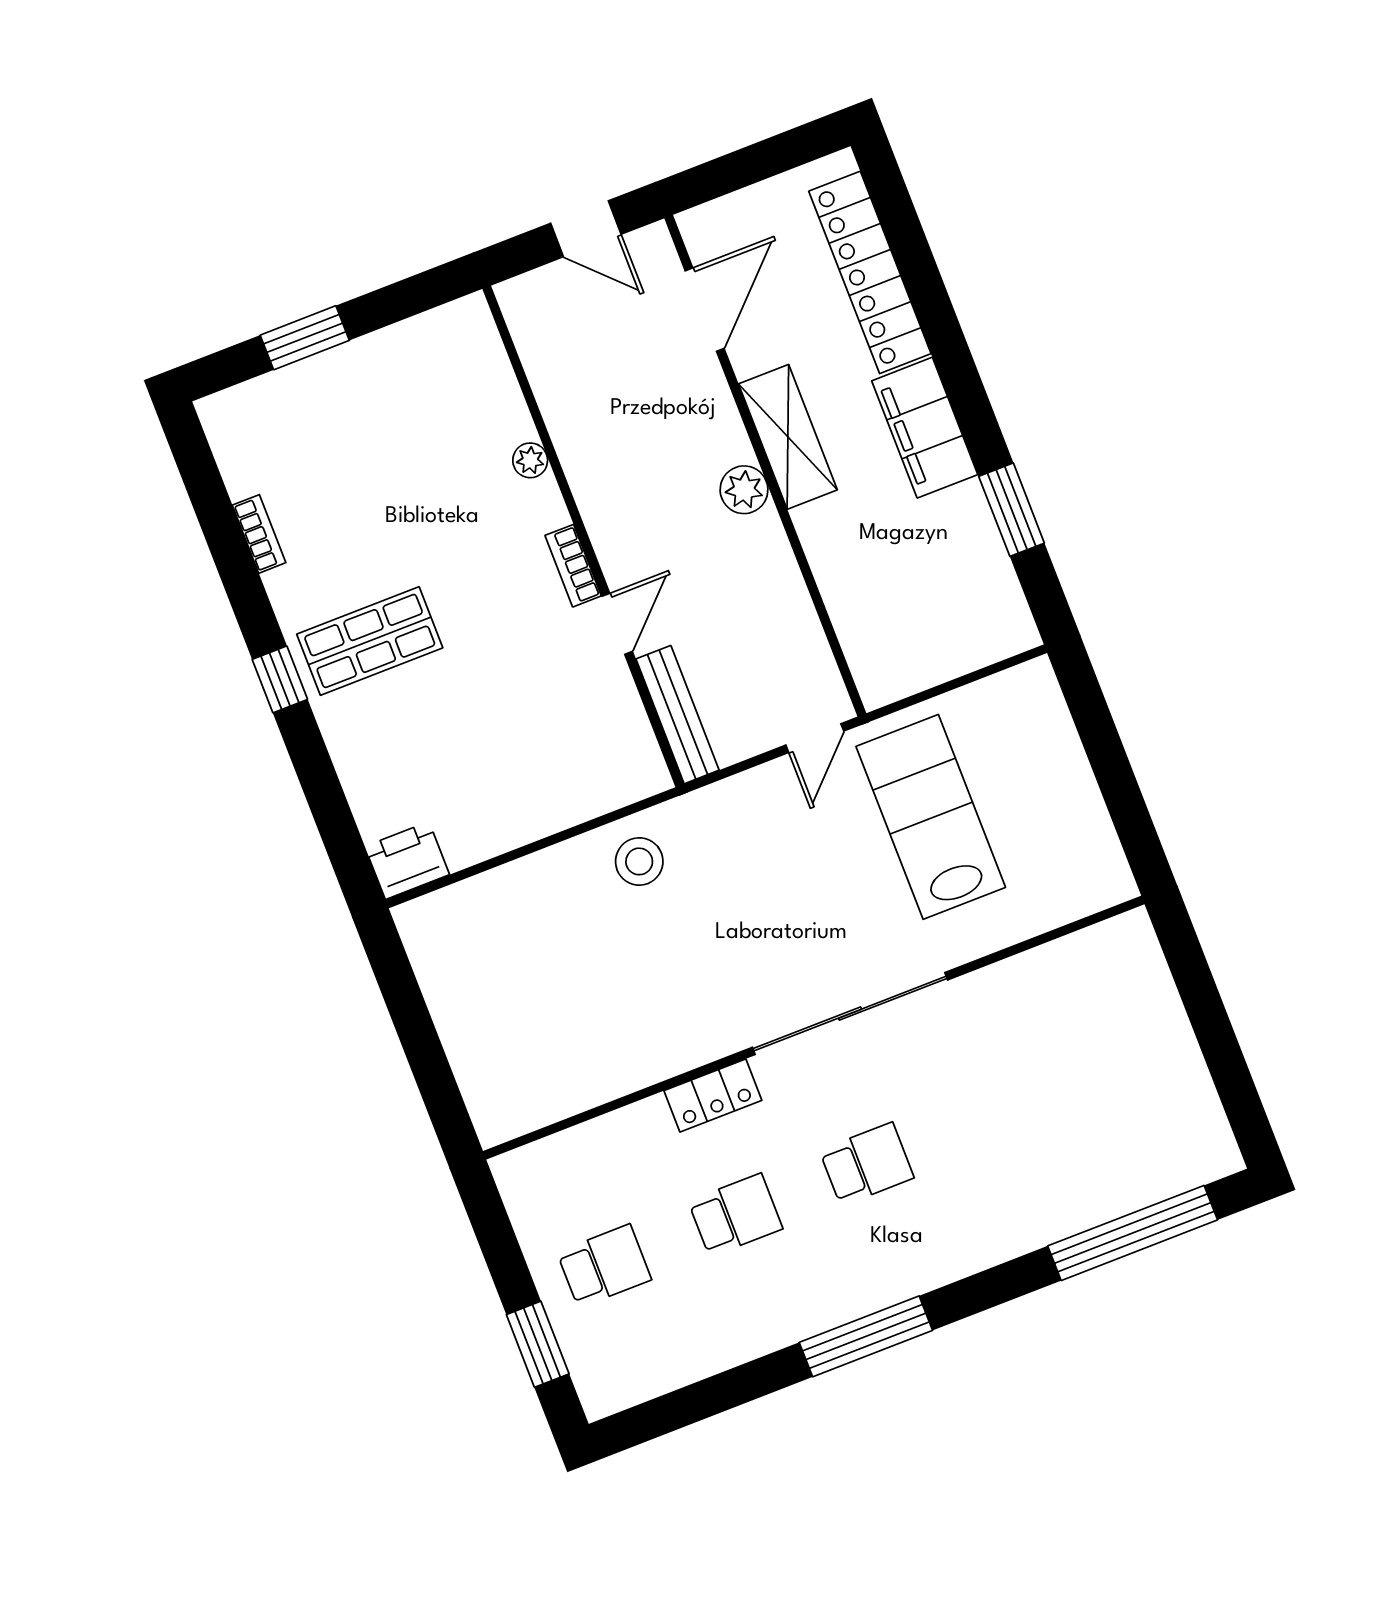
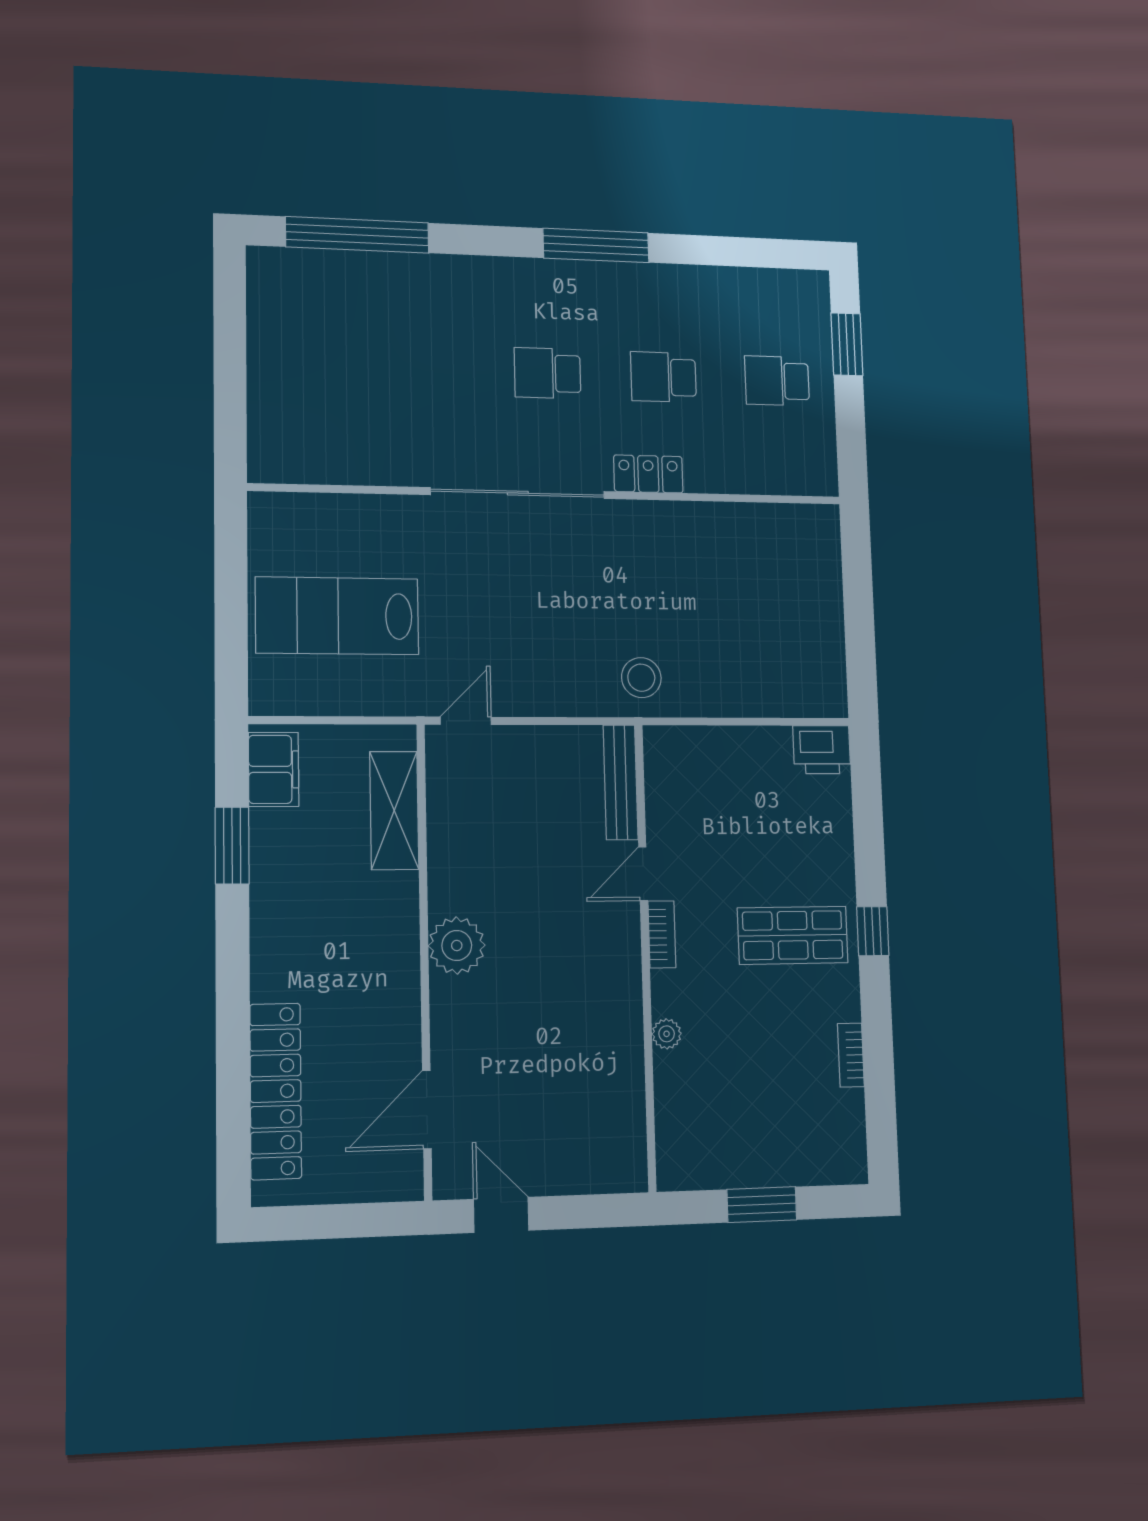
filing cabinet: (925, 428) -> (274, 769), moved, width x0.67, depth x0.86
shelving: (788, 437) -> (394, 810), moved
plant: (530, 460) -> (667, 1034), moved
plant: (744, 490) -> (457, 945), width x1.36, depth x1.36
wall: (583, 536) -> (645, 955), moved
bookcase: (573, 566) -> (662, 934), moved
door: (617, 624) -> (643, 874), moved
bench: (677, 715) -> (621, 782), moved
lab bench: (931, 817) -> (337, 616), moved, turned 90

